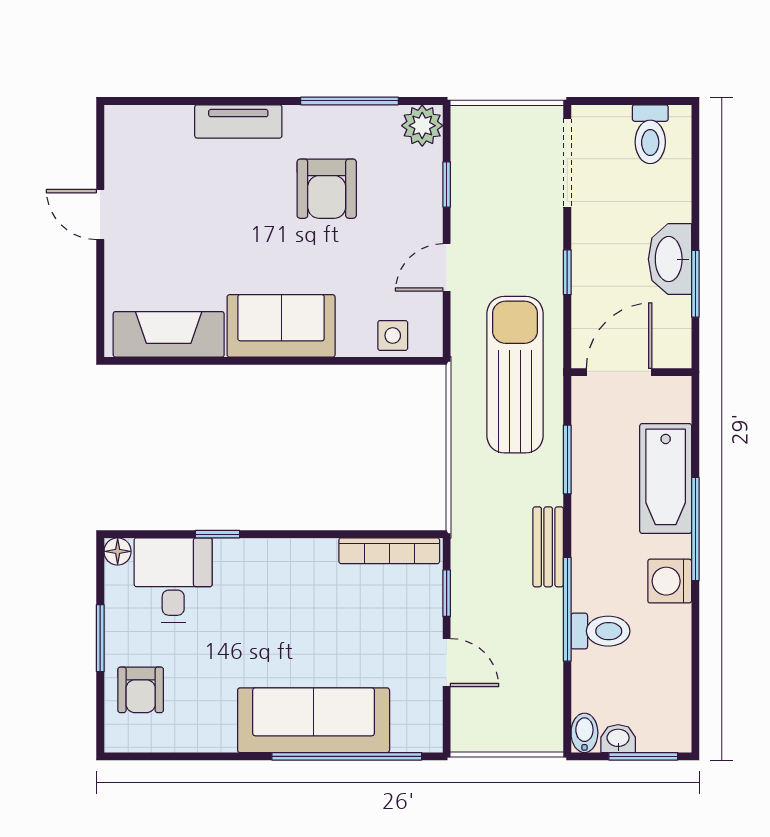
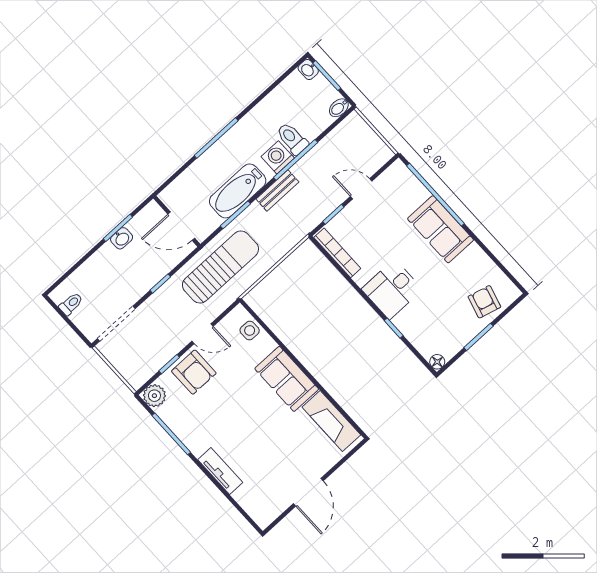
toilet: (650, 134) -> (71, 304), width x0.73, depth x0.72
armchair: (327, 189) -> (194, 372), moved, turned 90
door: (100, 214) -> (308, 492), width x1.38
washbasin: (670, 259) -> (122, 238), width x0.52, depth x0.69
sun lounger: (515, 375) -> (220, 267), turned 180
bathtub: (666, 478) -> (238, 191), moved, turned 180
desk: (173, 580) -> (392, 289), moved
washing machine: (670, 581) -> (278, 157), moved, turned 180
door: (447, 663) -> (361, 189), hinge flipped
armchair: (141, 690) -> (484, 302), turned -75
sofa: (314, 720) -> (441, 229), width x0.73
washbasin: (618, 739) -> (308, 70), moved

